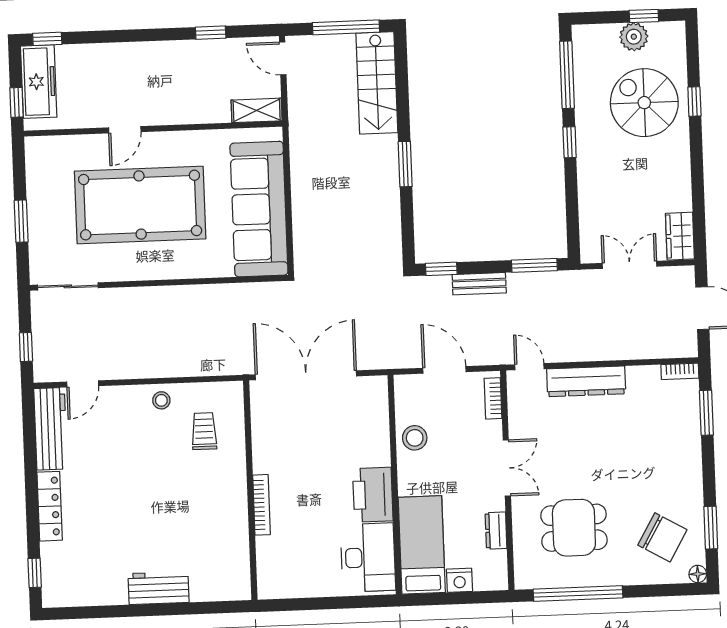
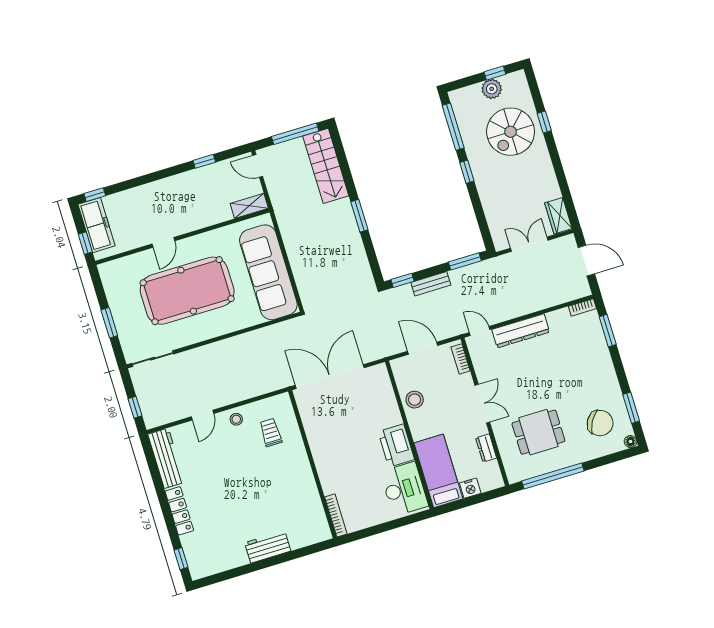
spiral stairs: (644, 103) -> (511, 132), turned -90
door: (83, 384) -> (203, 415), moved
bookcase: (262, 505) -> (336, 515), moved

